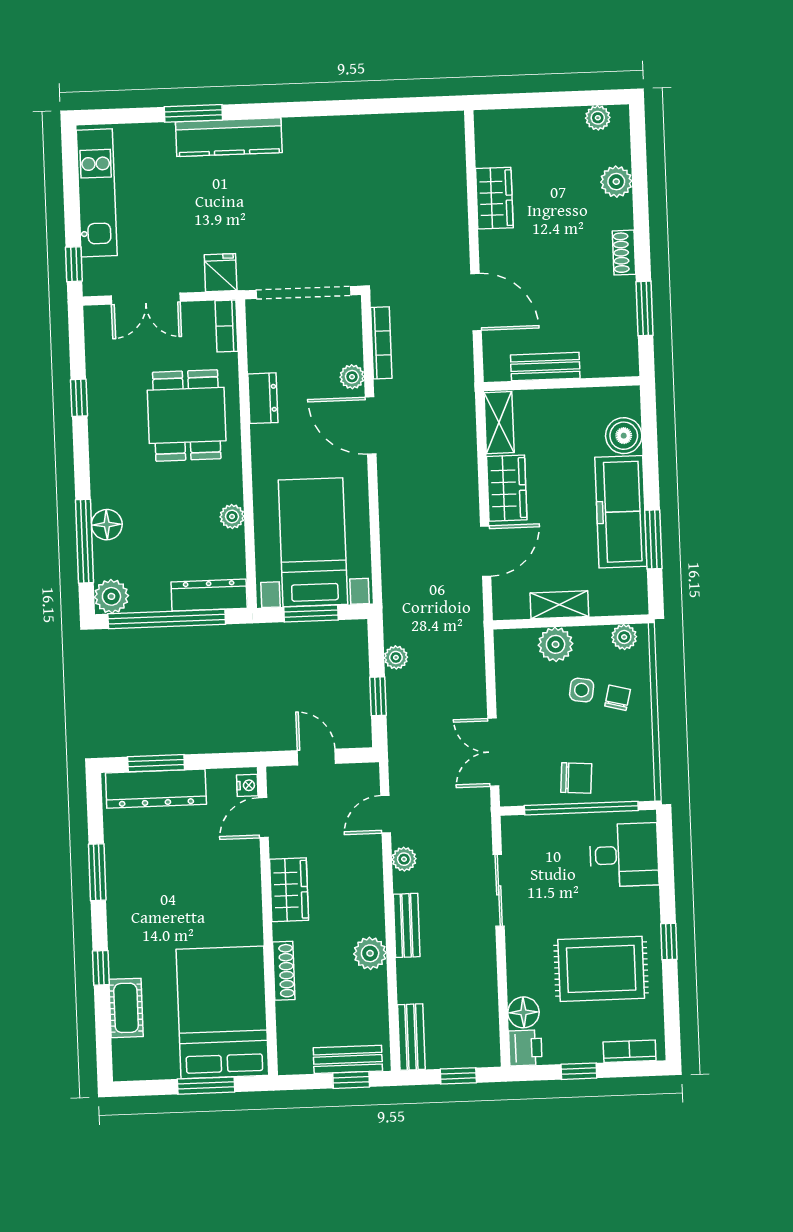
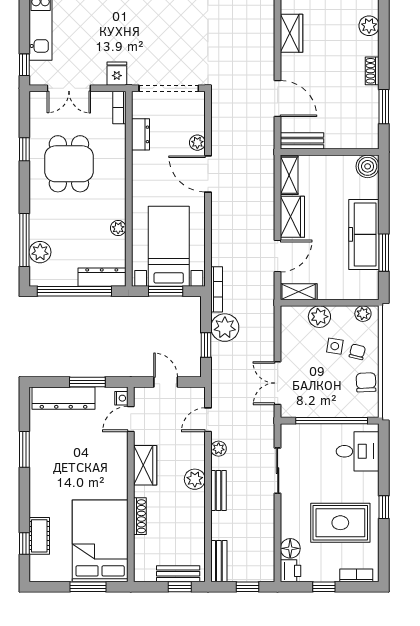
bookcase: (381, 343) -> (217, 289), moved
bench: (545, 367) -> (302, 141), moved
dresser: (263, 398) -> (141, 134), moved
dining table: (187, 415) -> (69, 164), moved
boiler: (624, 436) -> (368, 166), moved
floor lamp: (107, 525) -> (39, 230), removed
plant: (111, 596) -> (40, 252), moved
shelving: (559, 605) -> (299, 292), moved
plant: (396, 657) -> (225, 328), width x1.87, depth x1.87
window: (156, 763) -> (87, 382), moved
chair: (576, 778) -> (366, 382), moved, turned -96
plant: (370, 953) -> (195, 479), moved
window: (101, 968) -> (24, 543), moved

